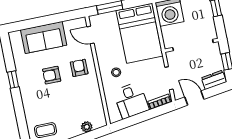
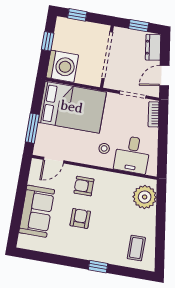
armchair: (52, 75) -> (80, 218), turned 180
window: (13, 79) -> (98, 267), moved
desk: (131, 100) -> (132, 155), moved, turned 99
plant: (87, 127) -> (145, 197), width x1.88, depth x1.88

